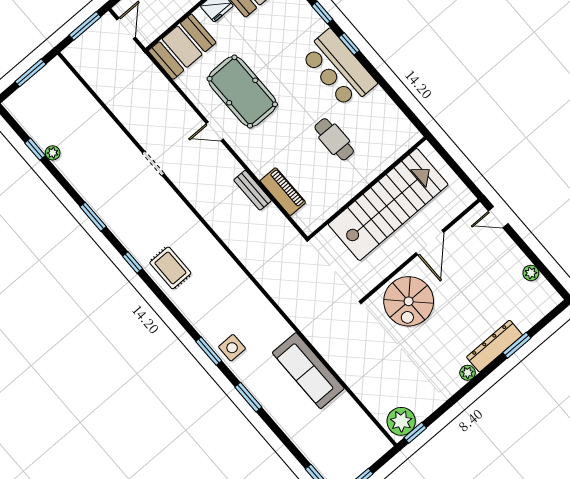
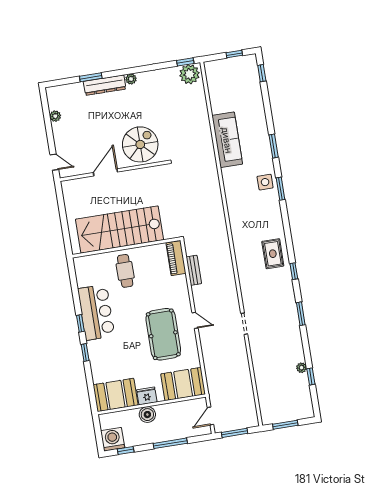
wall: (367, 188) -> (126, 247), moved
stairs: (388, 204) -> (120, 230), moved

